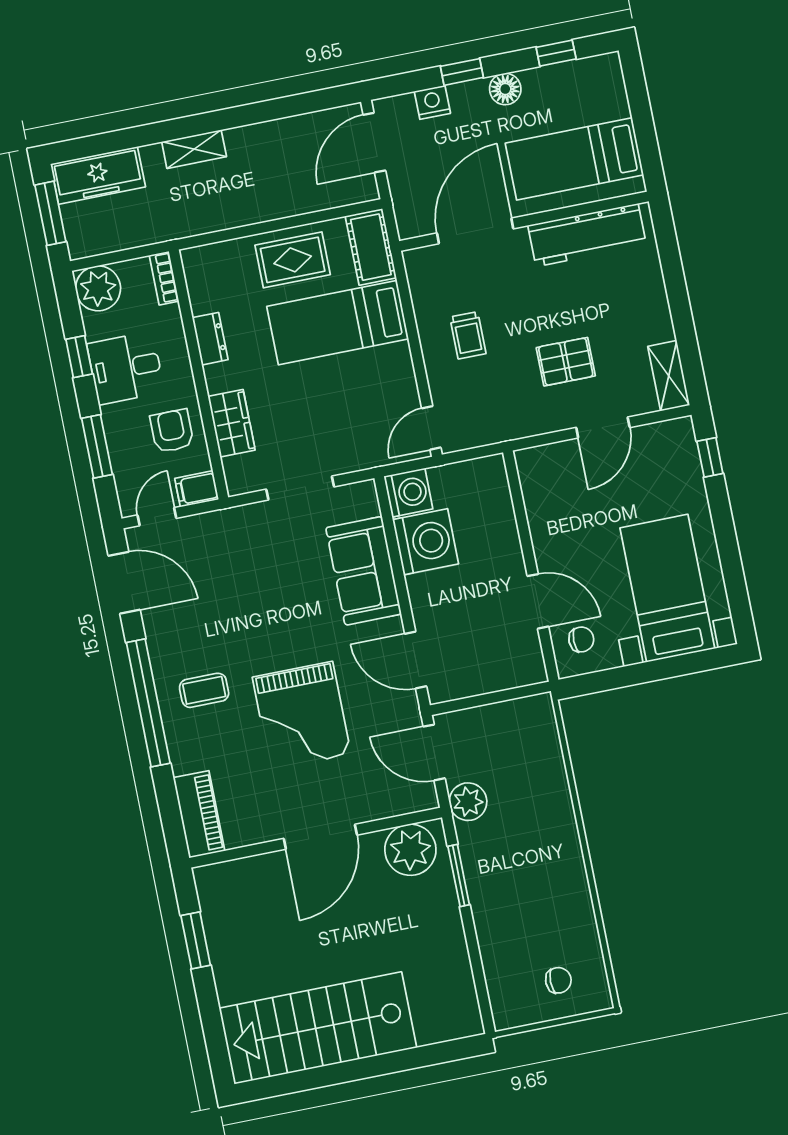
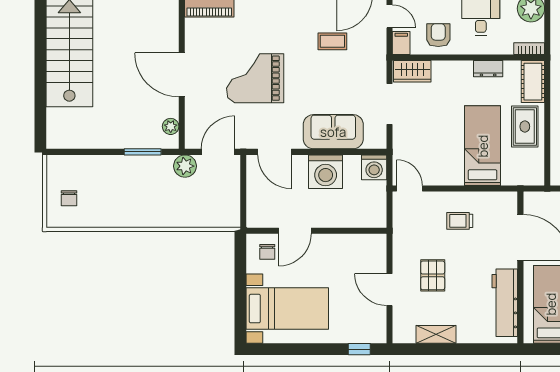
cot: (371, 247) -> (533, 82), moved, turned 90
shelving: (669, 376) -> (436, 334), moved
wardrobe: (232, 423) -> (412, 71), moved
armchair: (172, 431) -> (438, 35), turned -90
washing machine: (426, 542) -> (326, 172), moved
door: (416, 660) -> (275, 152), swing flipped
coffee table: (204, 690) -> (332, 41), moved, turned 90
plant: (410, 850) -> (171, 126), width x0.53, depth x0.53

